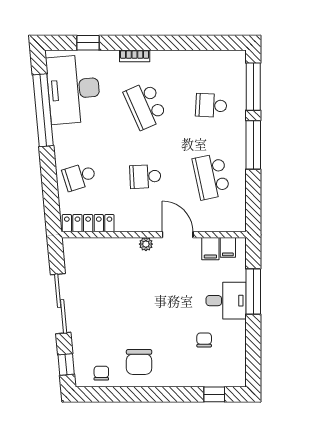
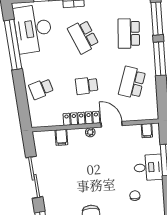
school desk: (211, 105) -> (129, 33), width x1.85
school desk: (211, 177) -> (132, 83), turned 30
locker: (88, 223) -> (81, 118), moved
filing cabinet: (210, 249) -> (61, 137), moved

